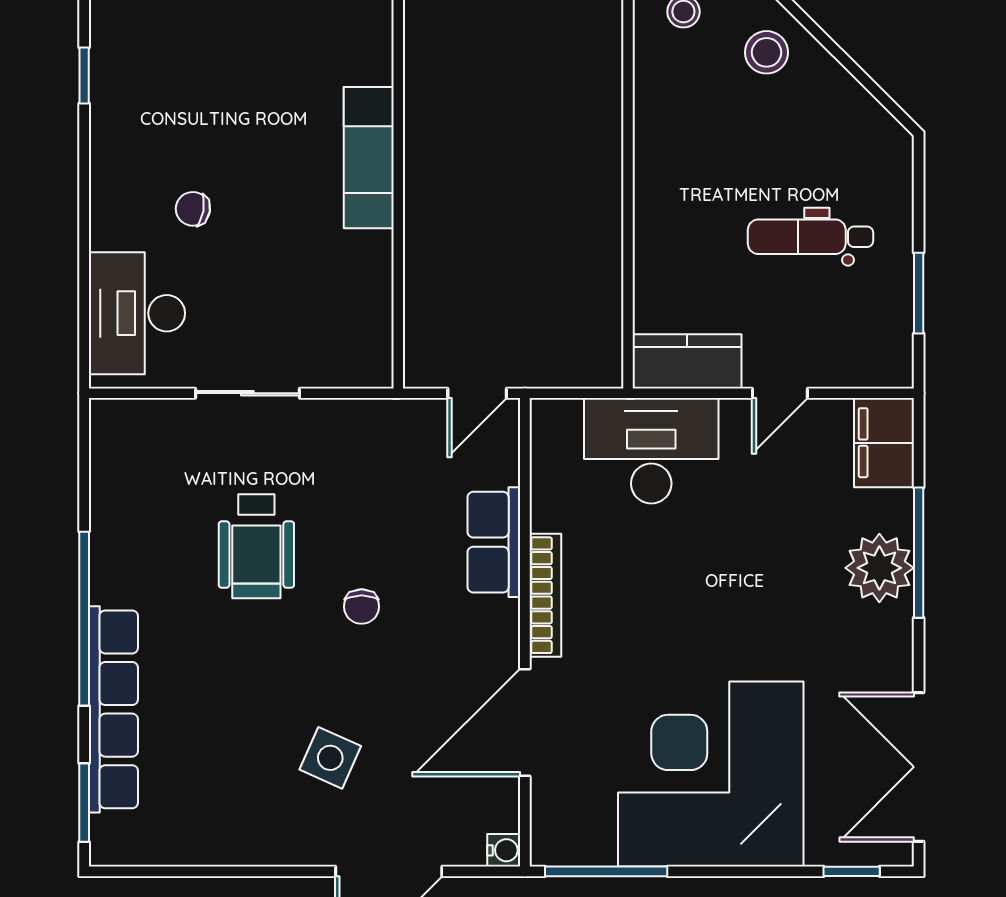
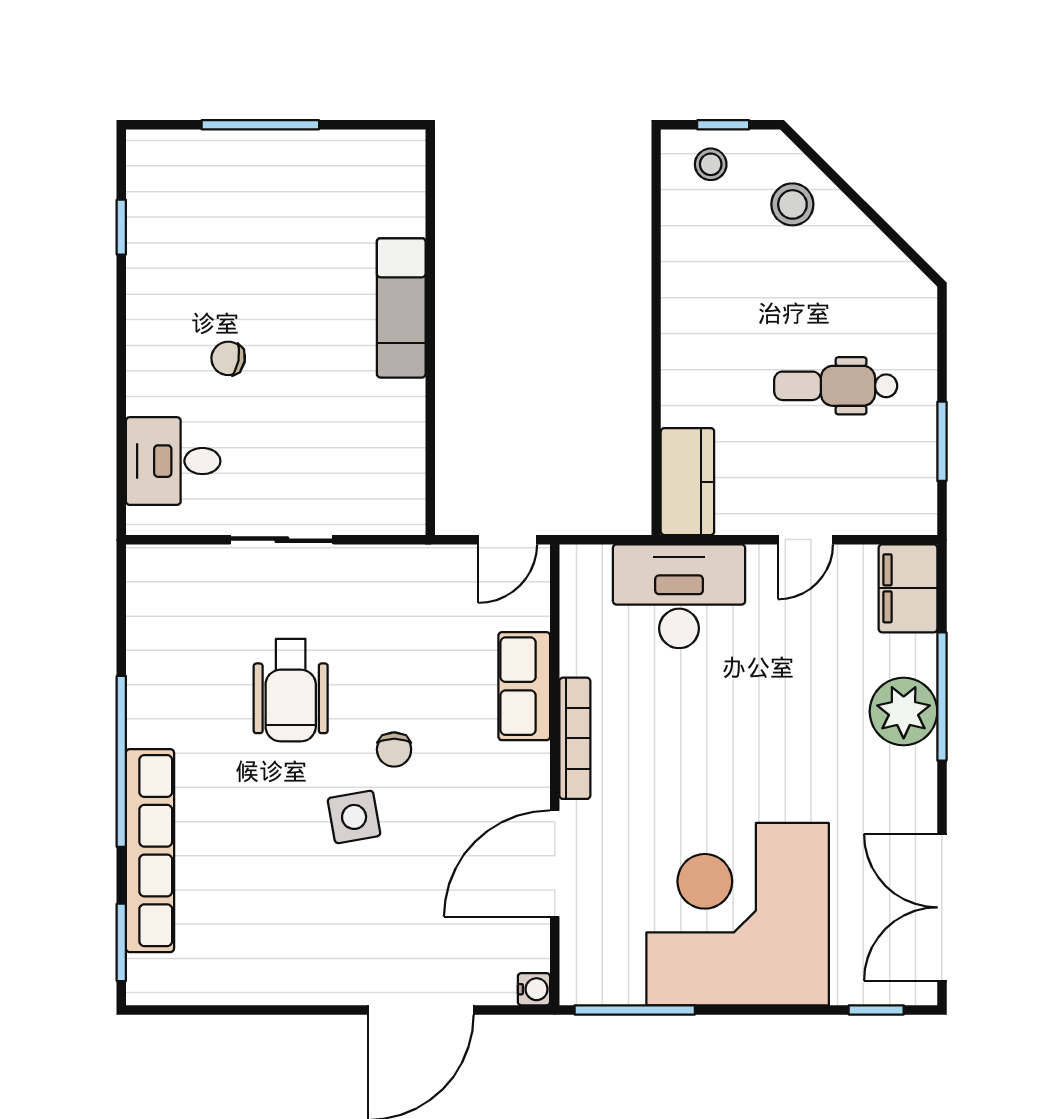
desk: (137, 313) -> (173, 461), width x0.73
kitchen counter: (687, 361) -> (687, 482), moved, turned 90
side table: (330, 758) -> (354, 817), moved, turned -34

